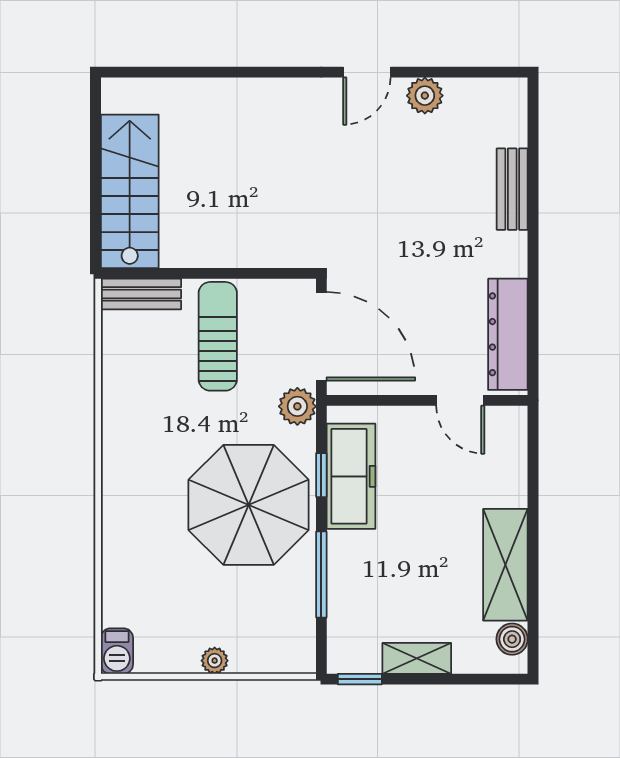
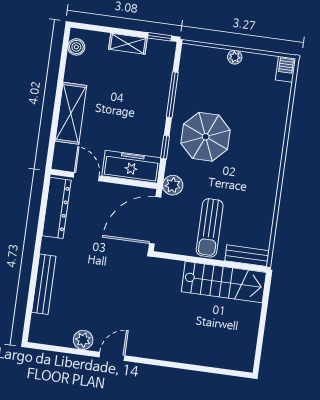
bench: (512, 189) -> (44, 284), width x1.36
stairs: (130, 191) -> (224, 282), moved, turned -90
door: (321, 336) -> (155, 220), hinge flipped
freezer: (351, 476) -> (131, 167), moved, turned 90
parasol: (249, 505) -> (206, 137), width x0.73, depth x0.73
shelving: (505, 565) -> (71, 113), moved

